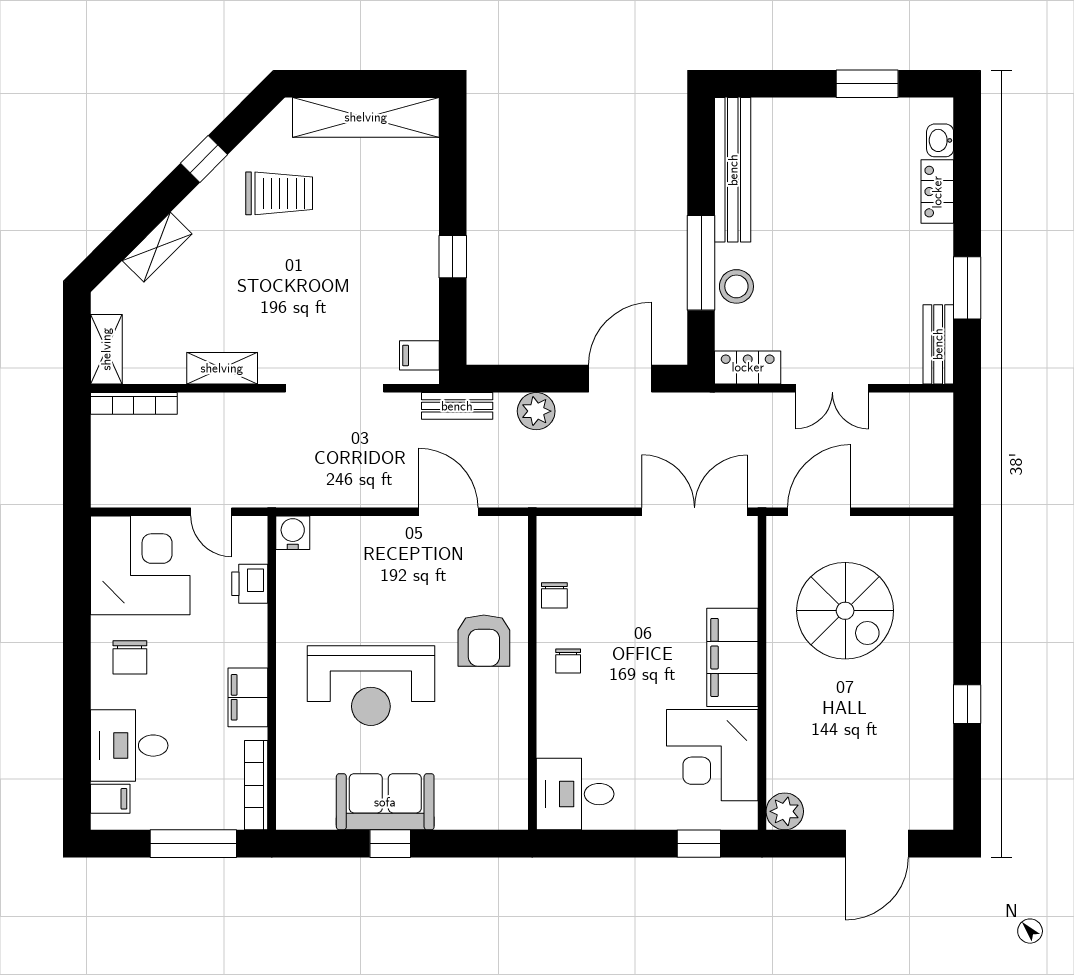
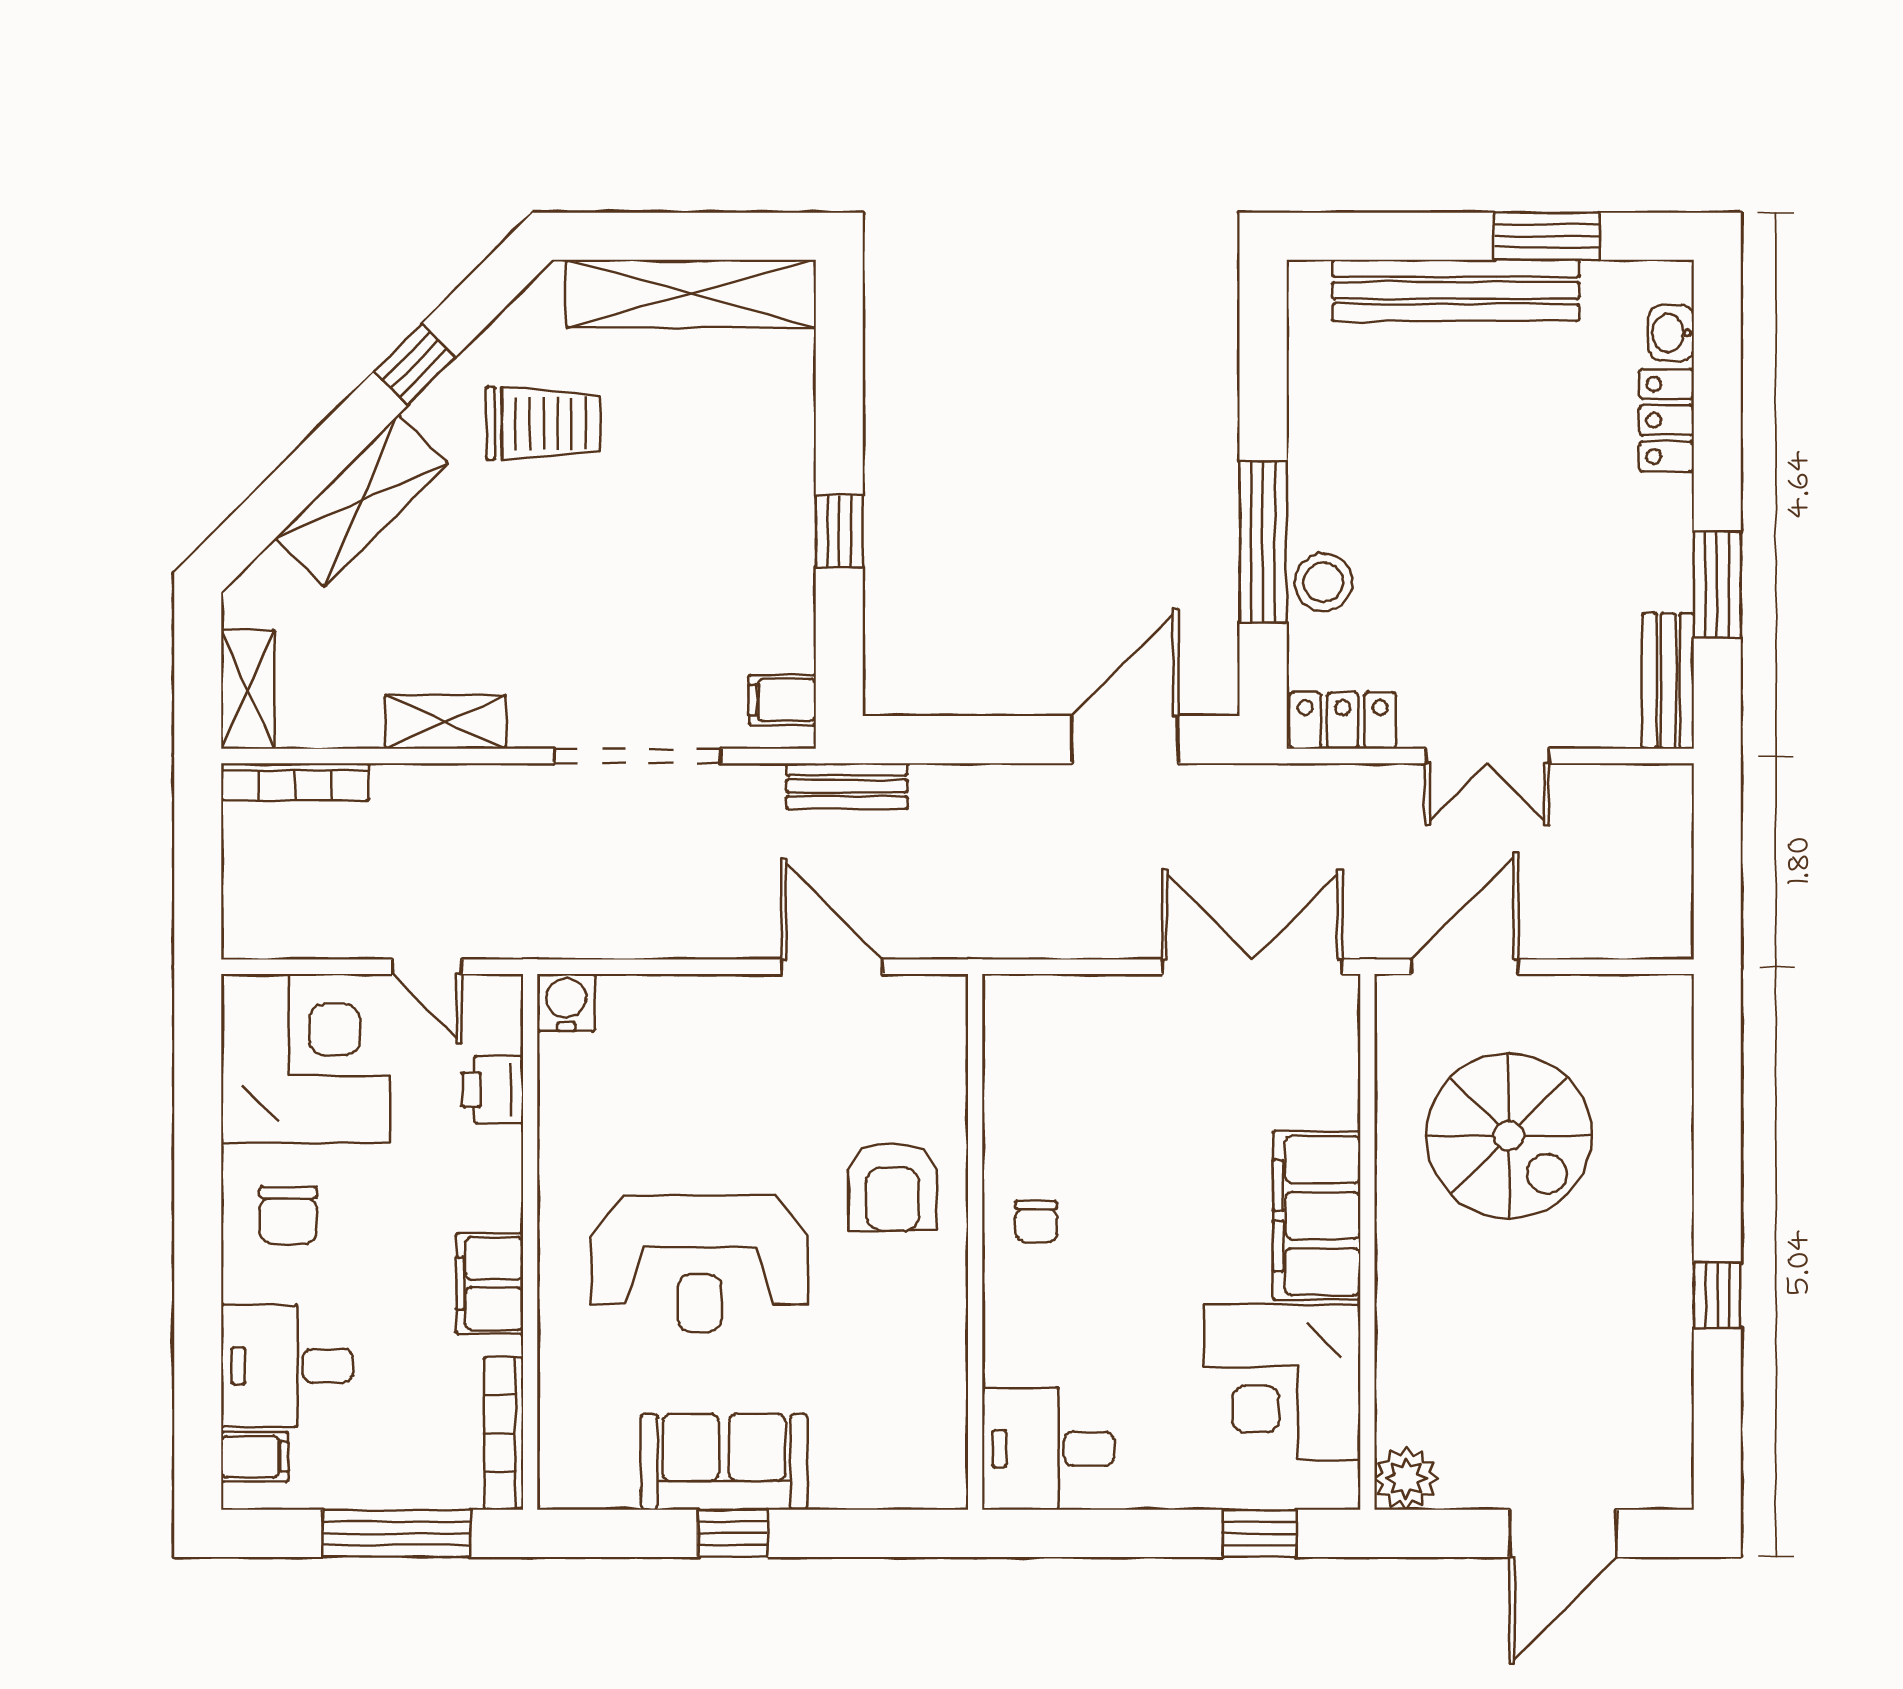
bench: (733, 170) -> (1456, 290), moved, turned 90
shelving: (157, 247) -> (361, 501), width x1.50, depth x1.33
plant: (536, 411) -> (982, 795), removed
chair: (554, 595) -> (1013, 1109), removed

